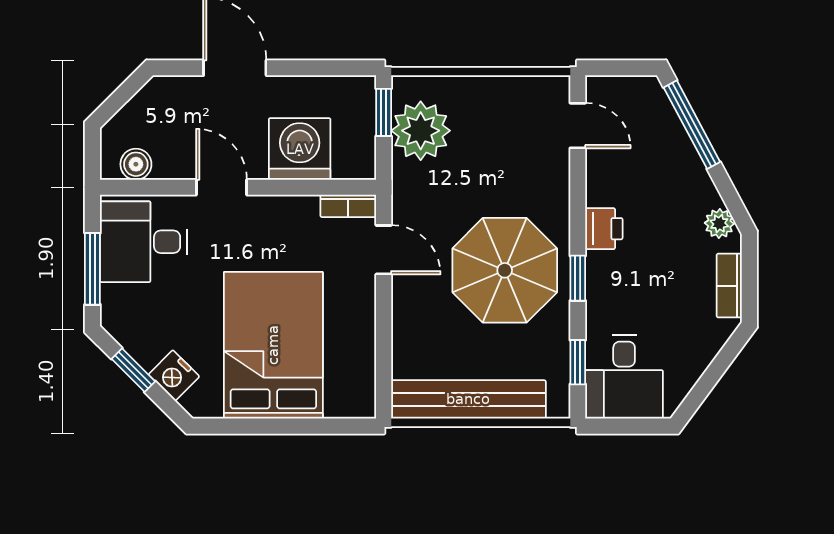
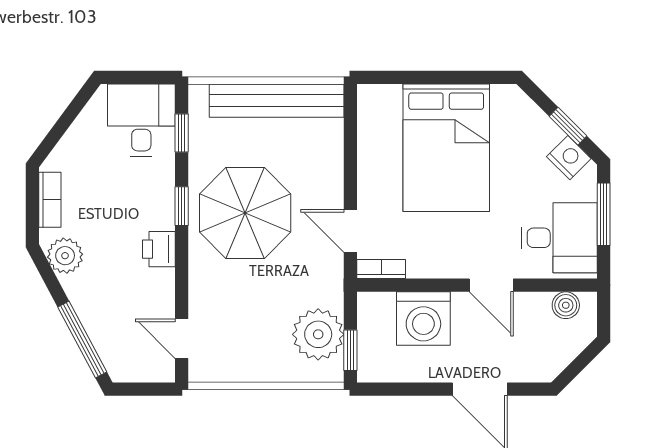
plant: (719, 223) -> (65, 256), width x1.38, depth x1.38
nightstand: (174, 375) -> (569, 158), moved

